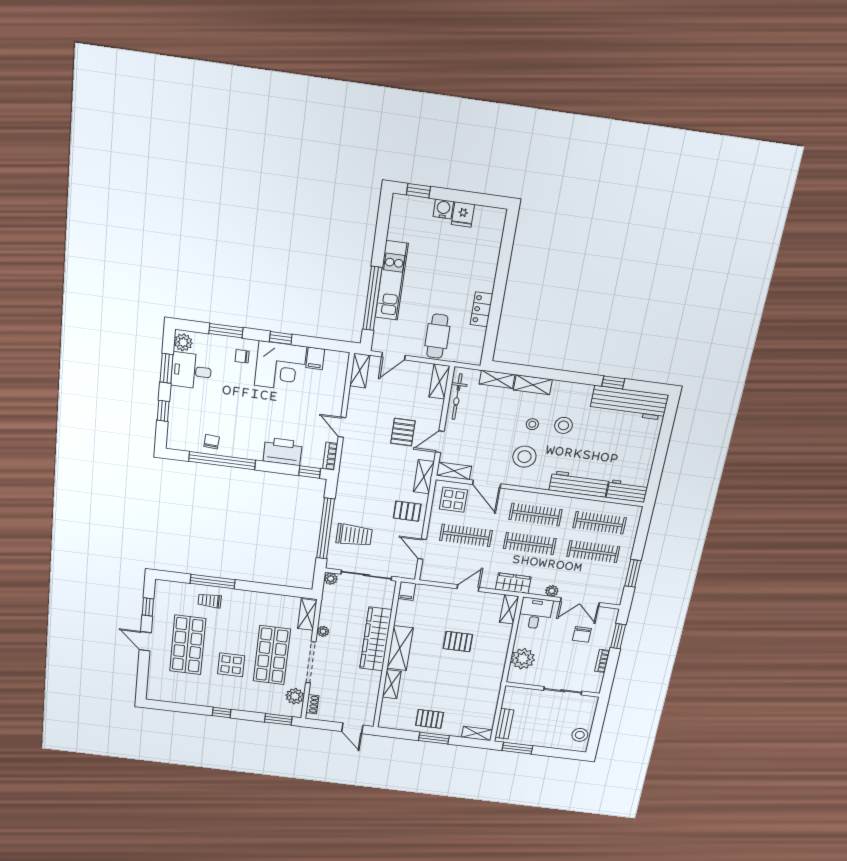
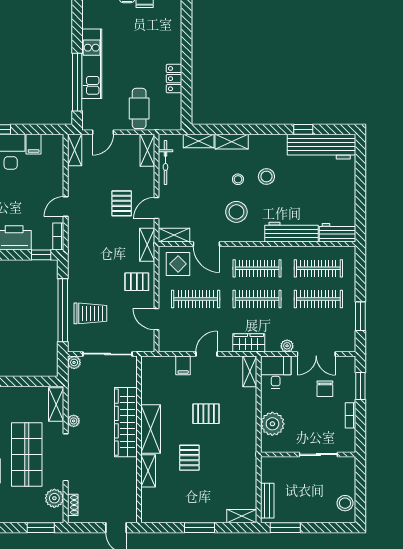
door: (342, 427) -> (66, 206), hinge flipped
filing cabinet: (407, 591) -> (183, 365), moved
pallet: (430, 719) -> (189, 458), moved, turned 90

